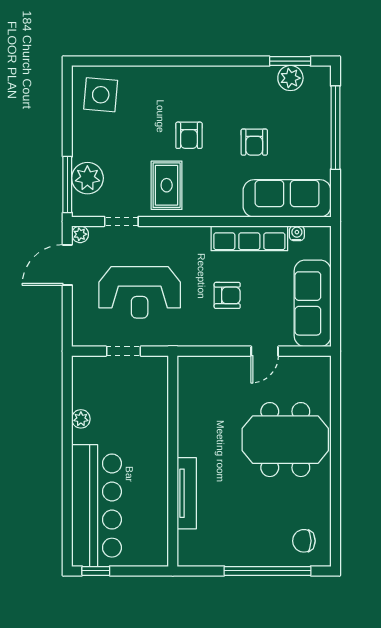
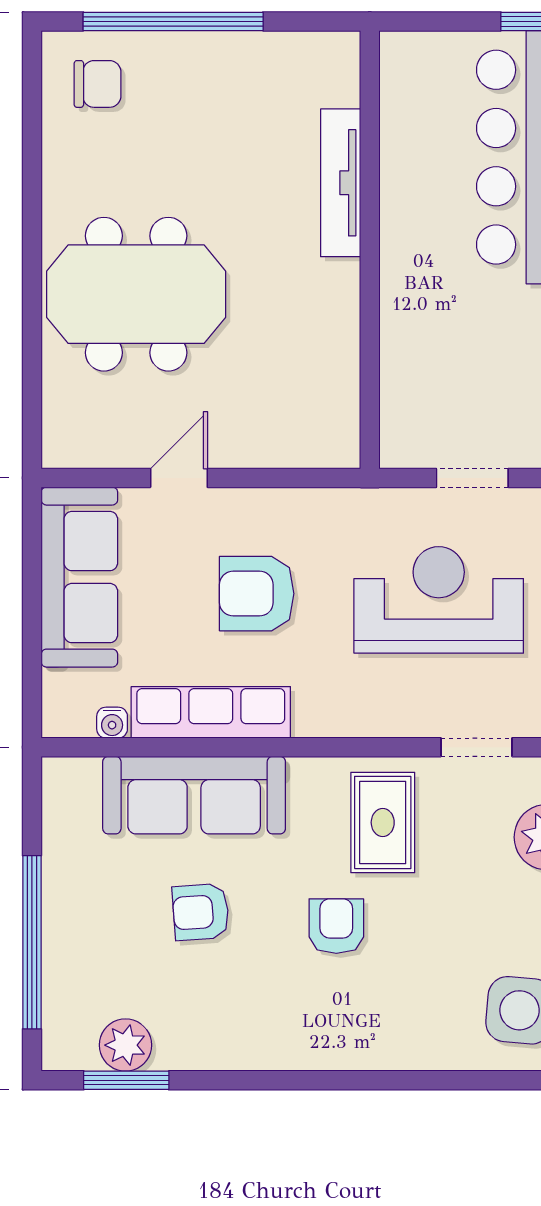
armchair: (254, 142) -> (201, 912), turned -94
sofa: (287, 198) -> (194, 795), moved
armchair: (227, 295) -> (257, 594), width x1.38, depth x1.38

